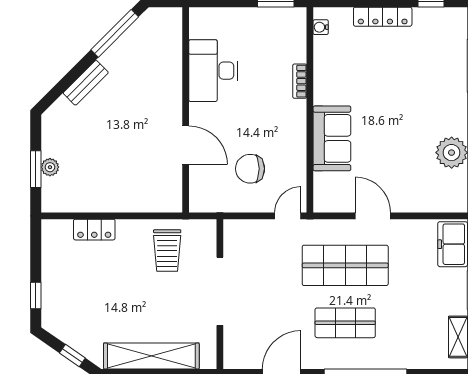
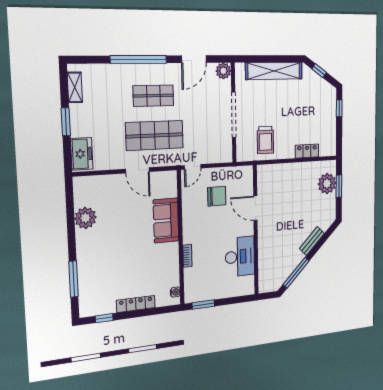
plant: (50, 167) -> (327, 184), width x1.88, depth x1.88
trolley: (167, 251) -> (265, 140), turned 180
plant: (235, 357) -> (223, 71), added

